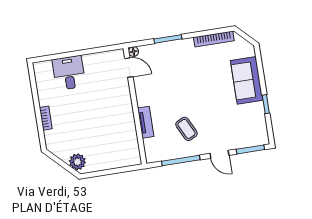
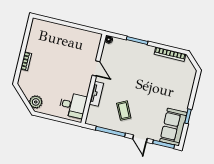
door: (129, 68) -> (96, 68), moved
desk: (69, 73) -> (73, 105), moved, turned 90
sofa: (247, 80) -> (173, 127), moved

